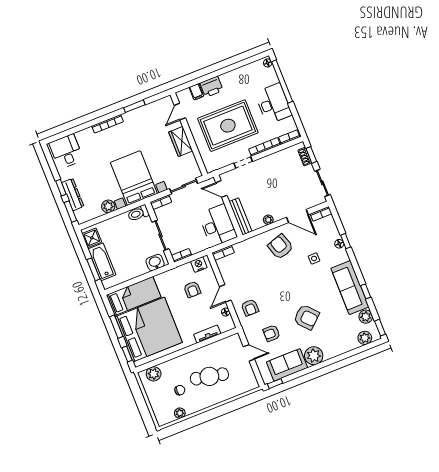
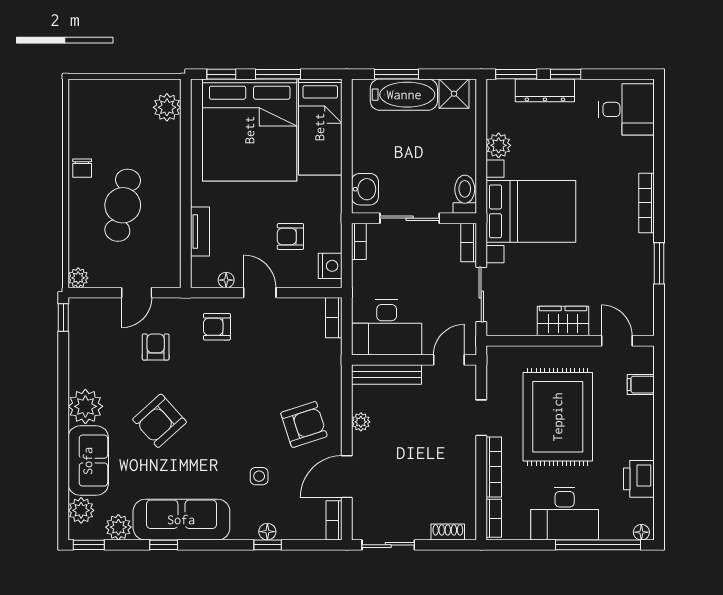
printer: (211, 87) -> (639, 479), moved
window: (311, 155) -> (446, 545), removed
sofa: (287, 365) -> (88, 461), moved
chair: (180, 390) -> (82, 168), moved
plant: (180, 413) -> (78, 278), moved

